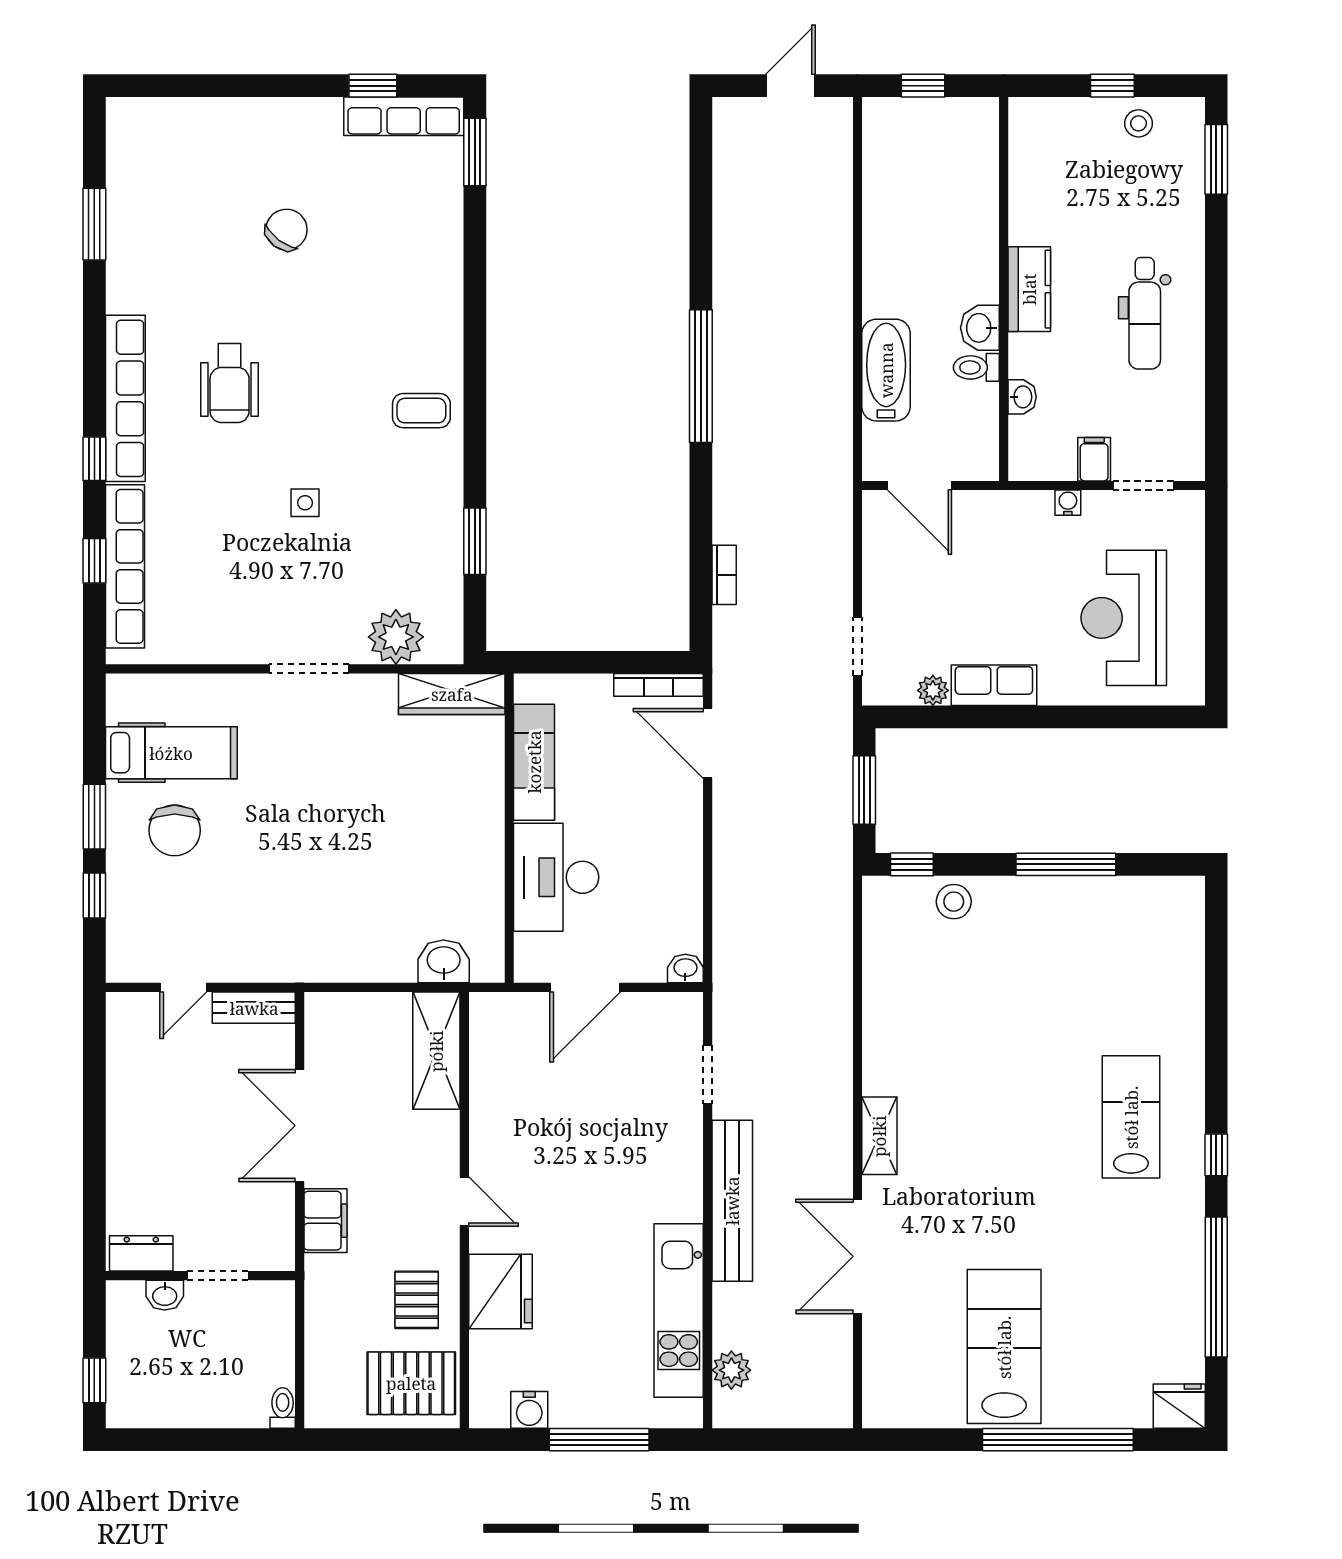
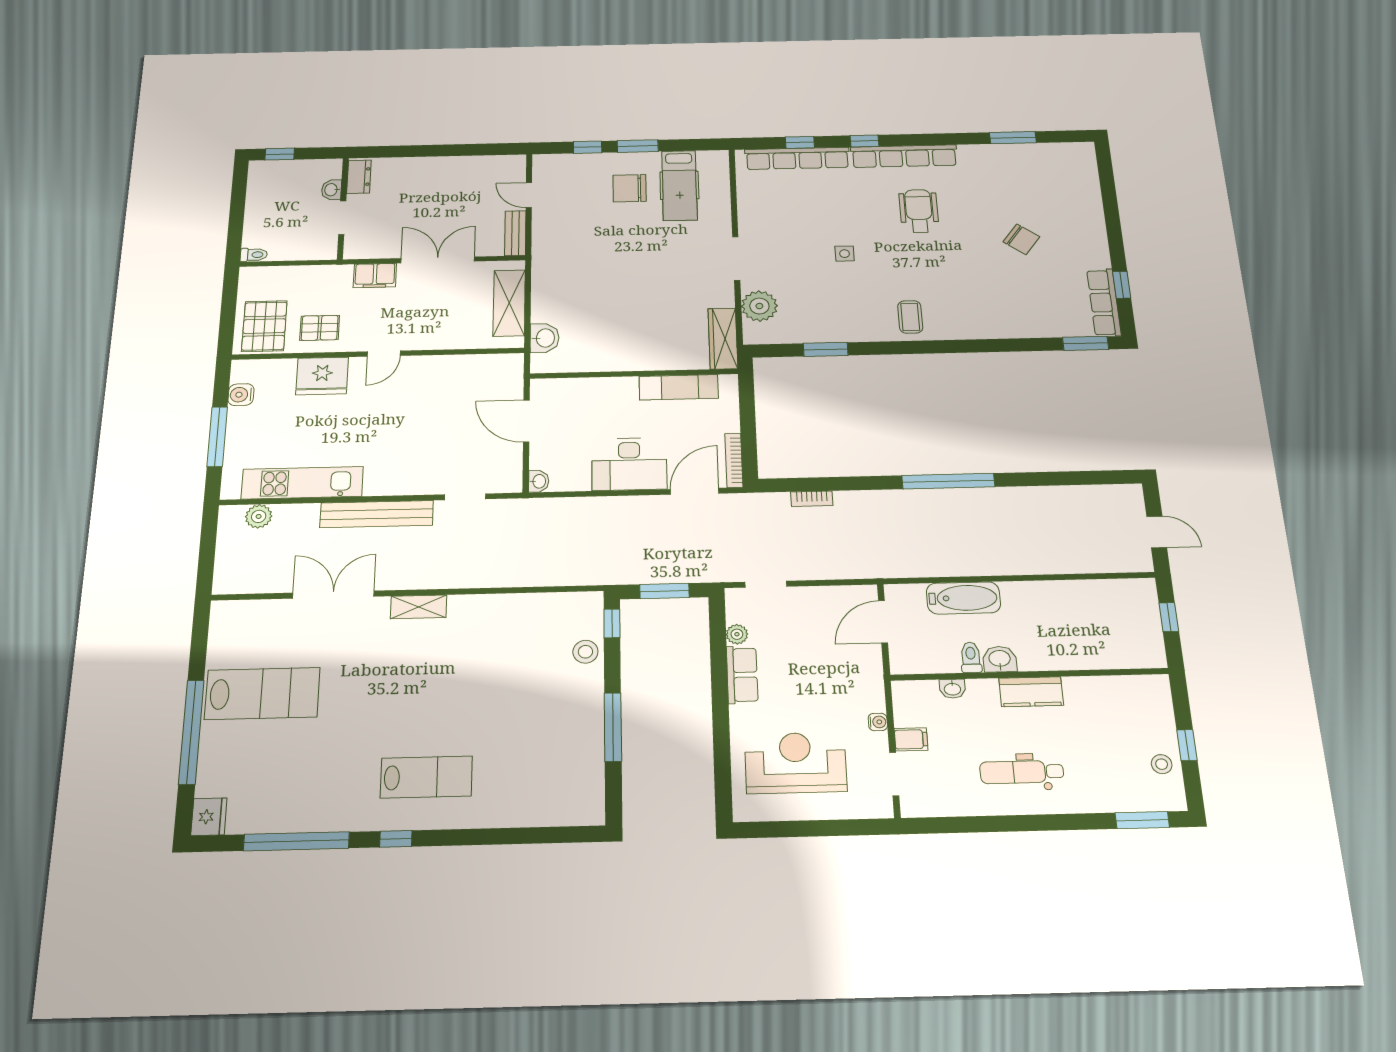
wheelchair: (230, 383) -> (919, 211), turned 90
desk: (556, 877) -> (629, 464), moved, turned 180
shelving: (436, 1051) -> (509, 303), moved, turned 90

